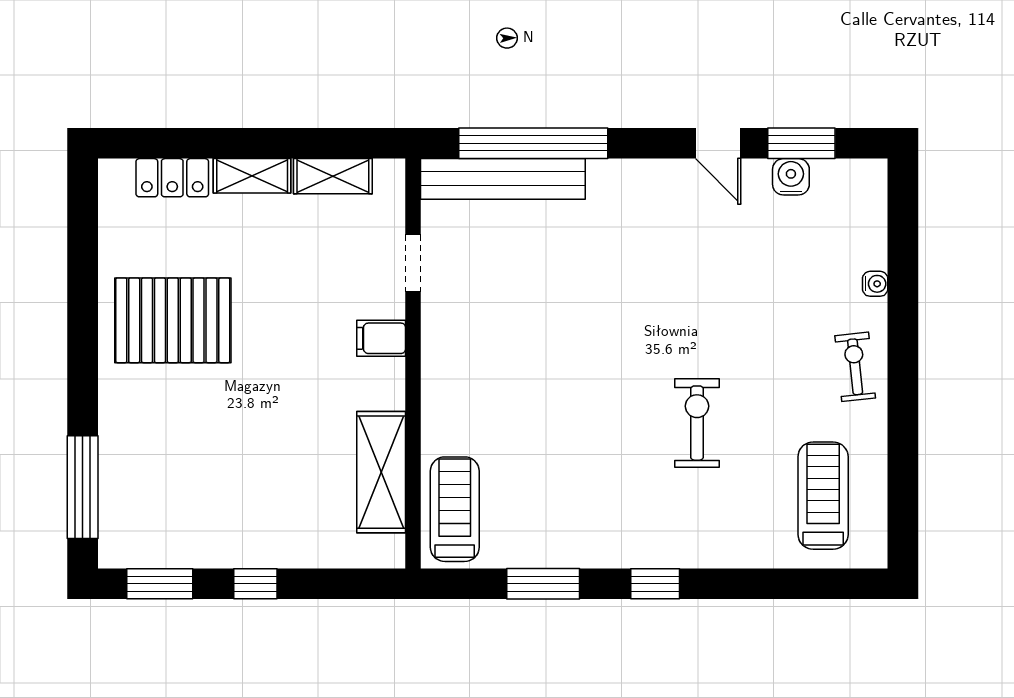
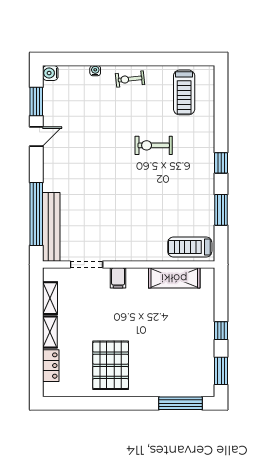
water cooler: (791, 177) -> (50, 73), moved
doorway: (413, 263) -> (87, 265), width x1.38
treadmill: (823, 496) -> (184, 92), turned -90

